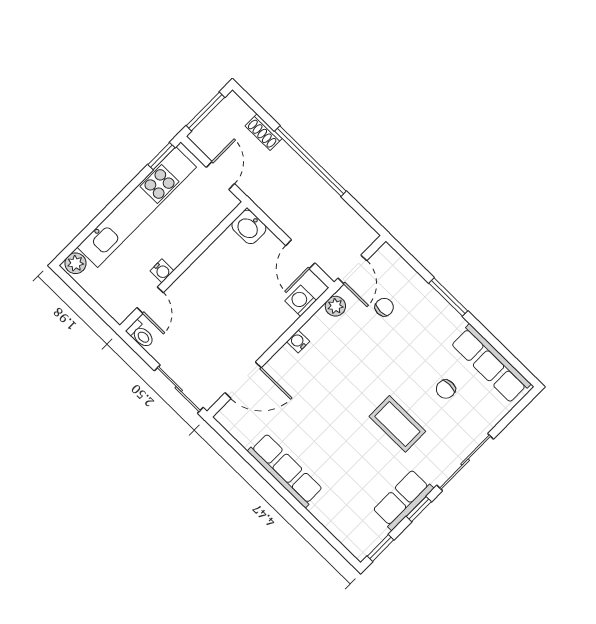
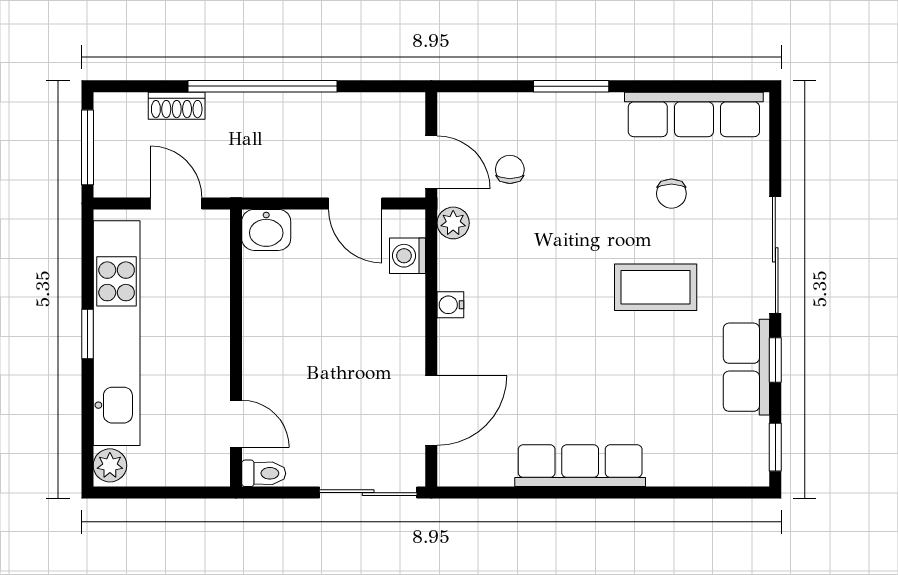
window: (161, 156) -> (87, 334), moved
water cooler: (162, 271) -> (216, 377), removed

